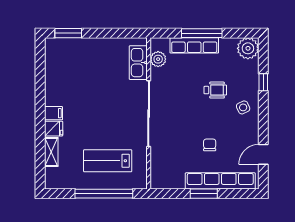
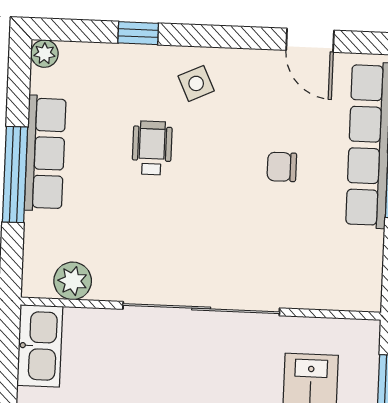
row of seats: (194, 45) -> (45, 153), moved
plant: (248, 48) -> (44, 54), width x0.53, depth x0.53
kitchen sink: (138, 63) -> (40, 346), moved, turned -90

